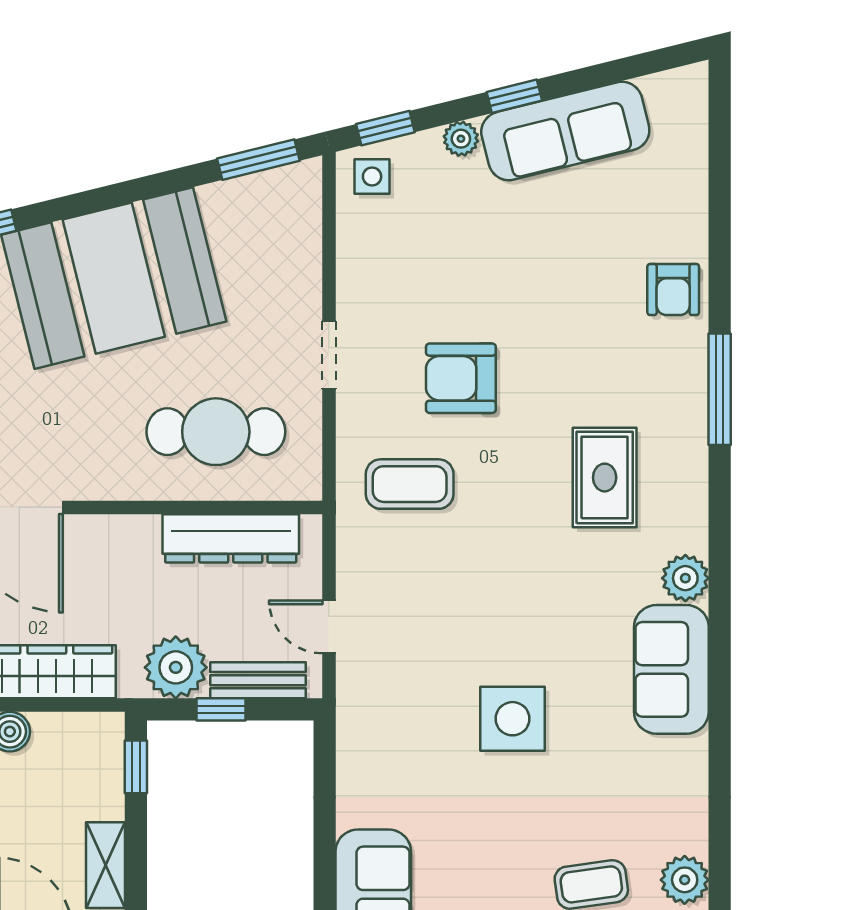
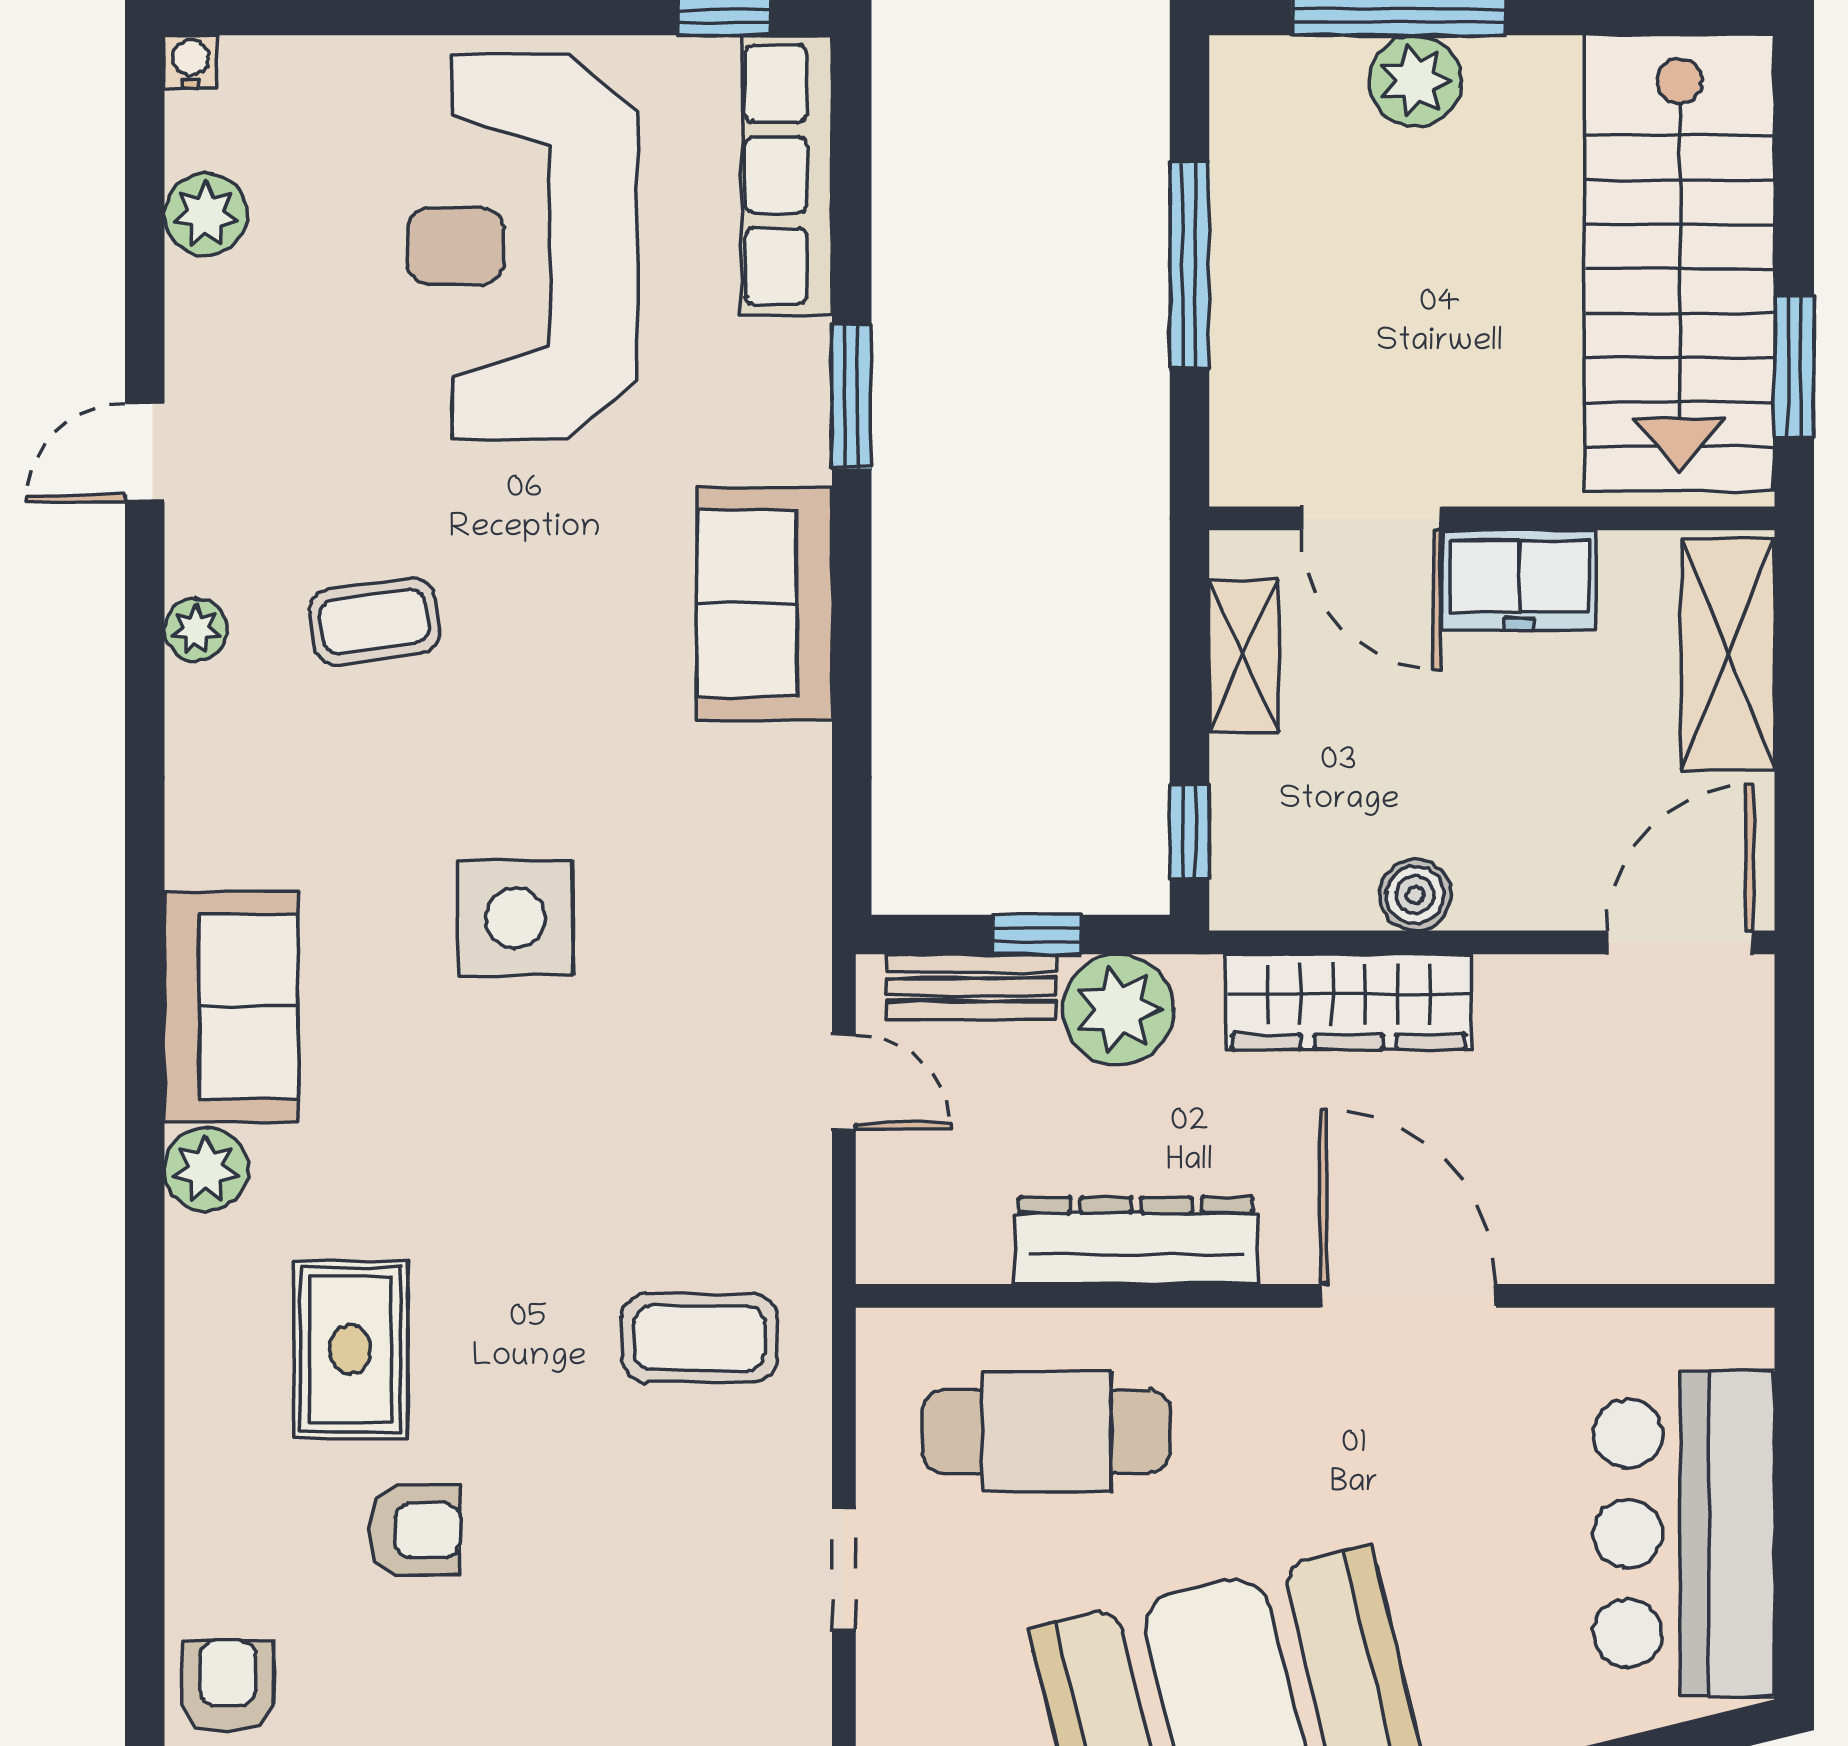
armchair: (461, 378) -> (415, 1530), moved, width x0.72, depth x0.72
window: (720, 389) -> (145, 1508), removed
dresser: (231, 538) -> (1136, 1241), moved
plant: (685, 880) -> (196, 630), width x0.73, depth x0.73

